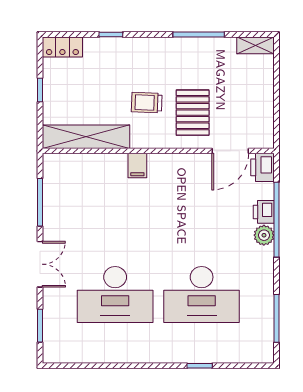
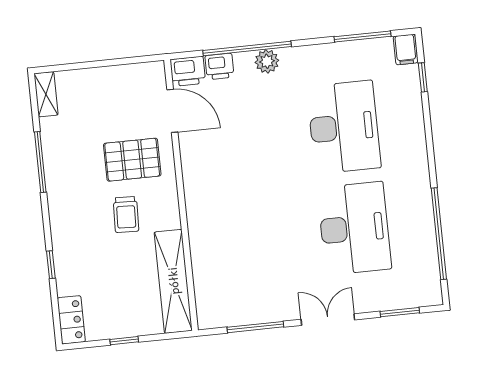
filing cabinet: (137, 166) -> (406, 50), moved, turned 90
printer: (264, 212) -> (219, 66), moved
window: (103, 366) -> (439, 234), added
window: (200, 366) -> (423, 77), moved

